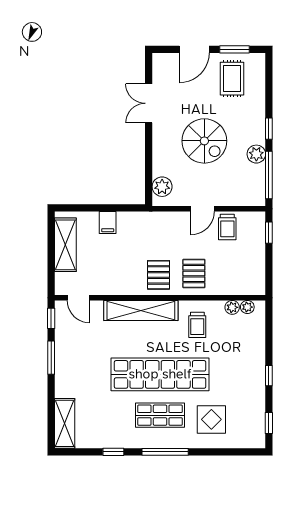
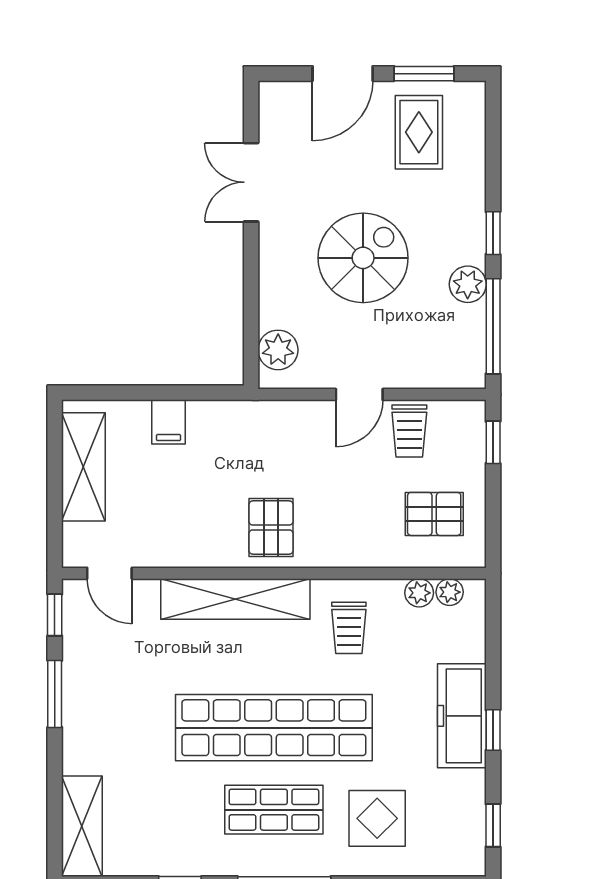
spiral stairs: (204, 141) -> (363, 258), turned -90
pallet: (194, 273) -> (434, 514), moved, turned 90
freezer: (253, 369) -> (462, 716), added

